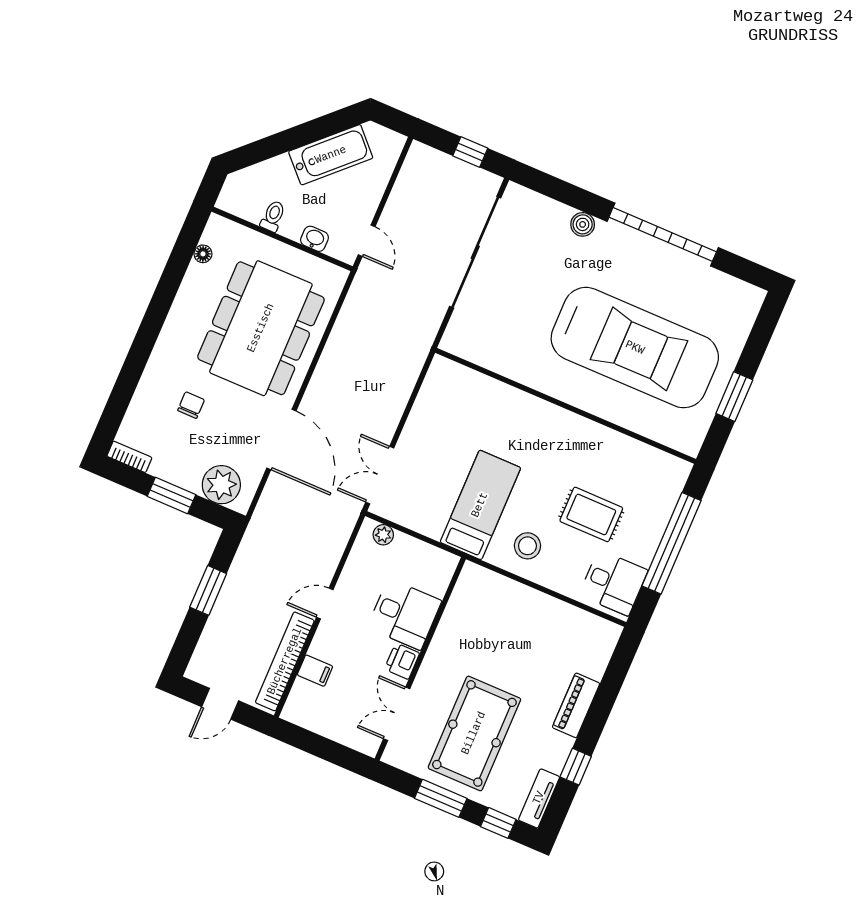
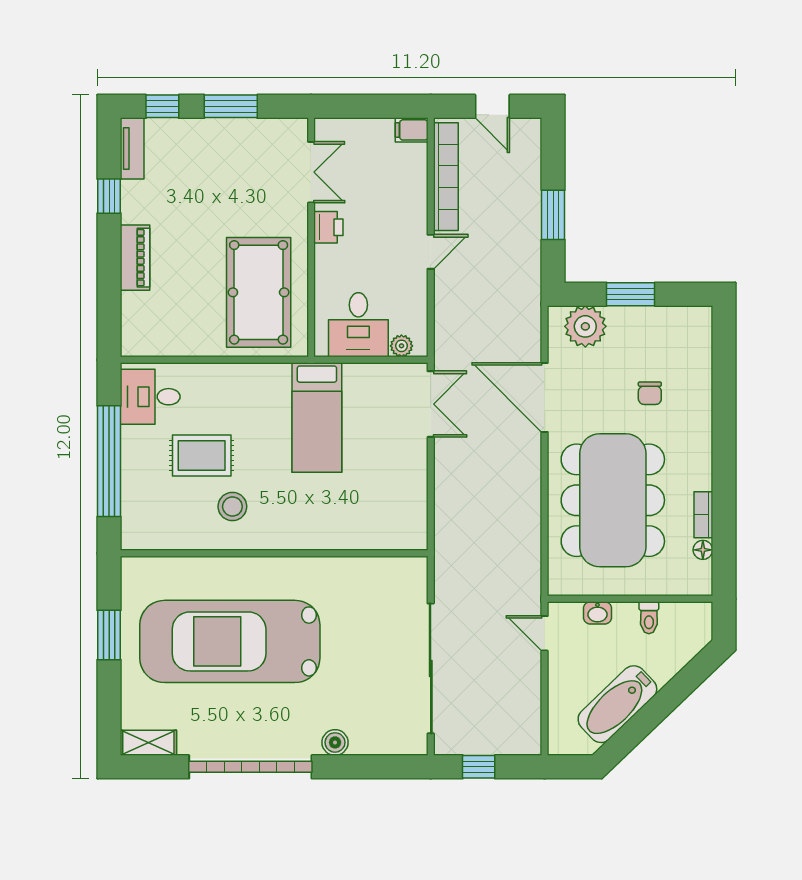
shelving: (740, 292) -> (148, 743), added
bookcase: (129, 457) -> (703, 515), moved, turned 90
stool: (527, 546) -> (232, 507), moved
desk: (404, 614) -> (358, 325), moved, turned -90
filing cabinet: (315, 671) -> (412, 130), moved
door: (220, 704) -> (492, 106), swing flipped
pool table: (474, 733) -> (259, 292), moved

